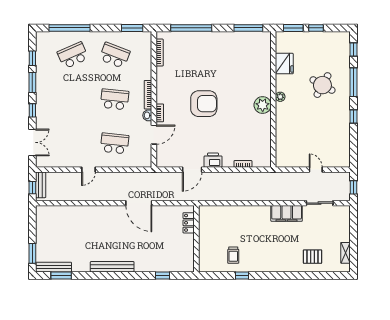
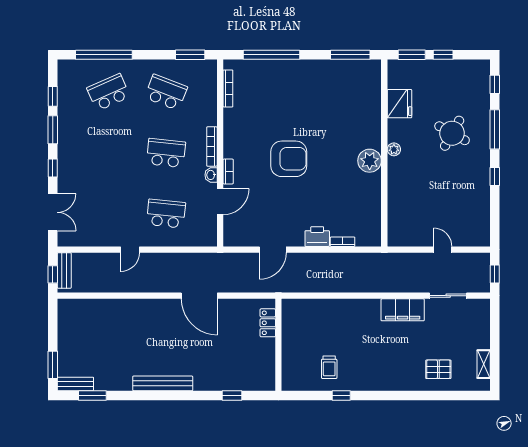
printer: (213, 160) -> (317, 237), moved
bench: (54, 267) -> (75, 384), width x0.73

